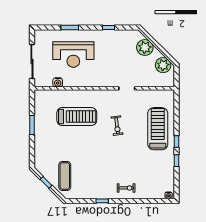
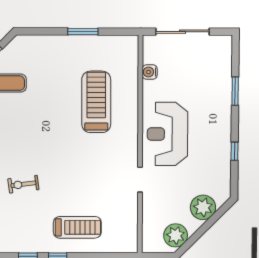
reception desk: (73, 55) -> (167, 134), moved
treadmill: (77, 117) -> (96, 102), turned 180
exercise bike: (117, 126) -> (23, 184), moved
treadmill: (158, 129) -> (77, 227), width x0.73, depth x0.73

